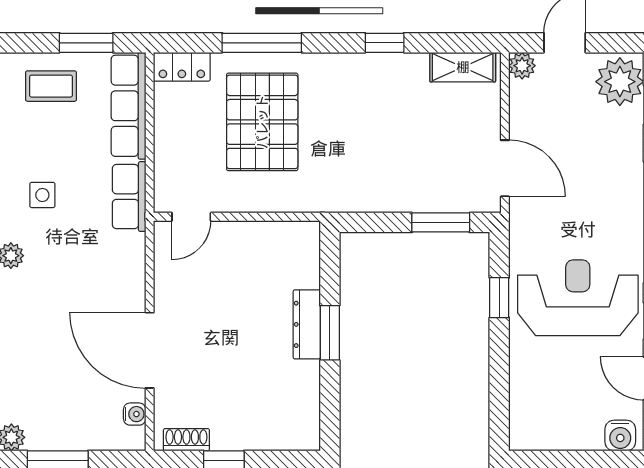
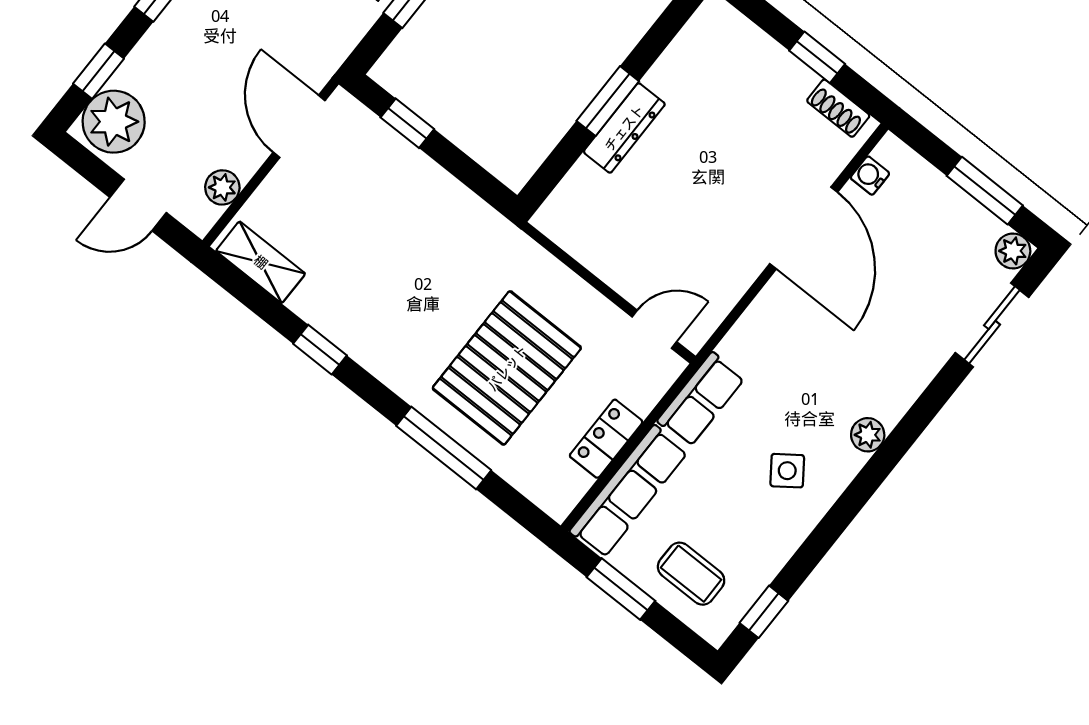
plant: (522, 66) -> (222, 187), moved
locker: (182, 67) -> (606, 439), moved, turned -90
side table: (42, 195) -> (787, 471), turned -36
window: (441, 222) -> (407, 123), width x0.67

